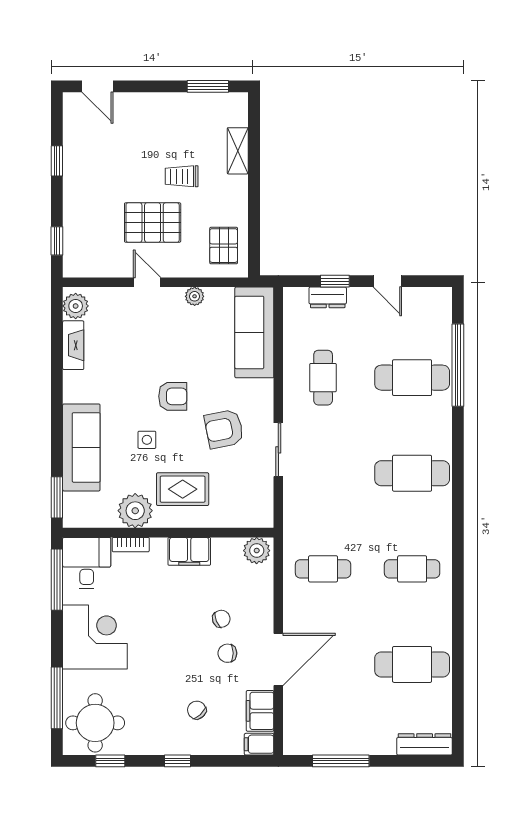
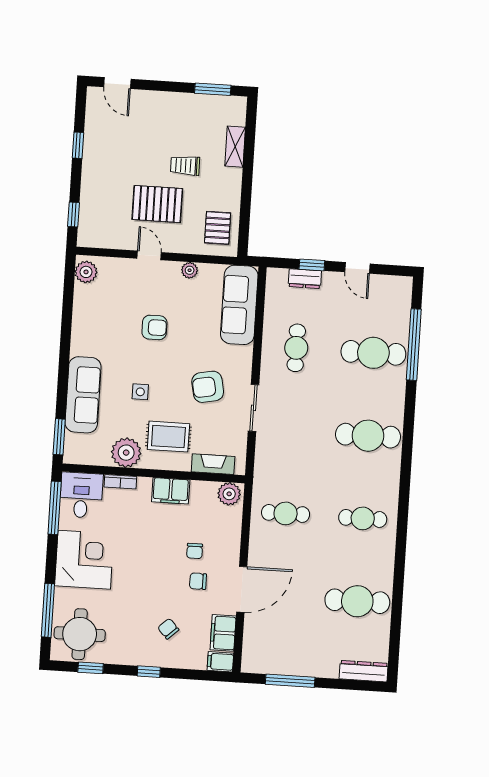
fireplace: (73, 345) -> (213, 464), moved, turned -90
armchair: (173, 396) -> (154, 327), moved
chair: (221, 619) -> (195, 551), turned 112

